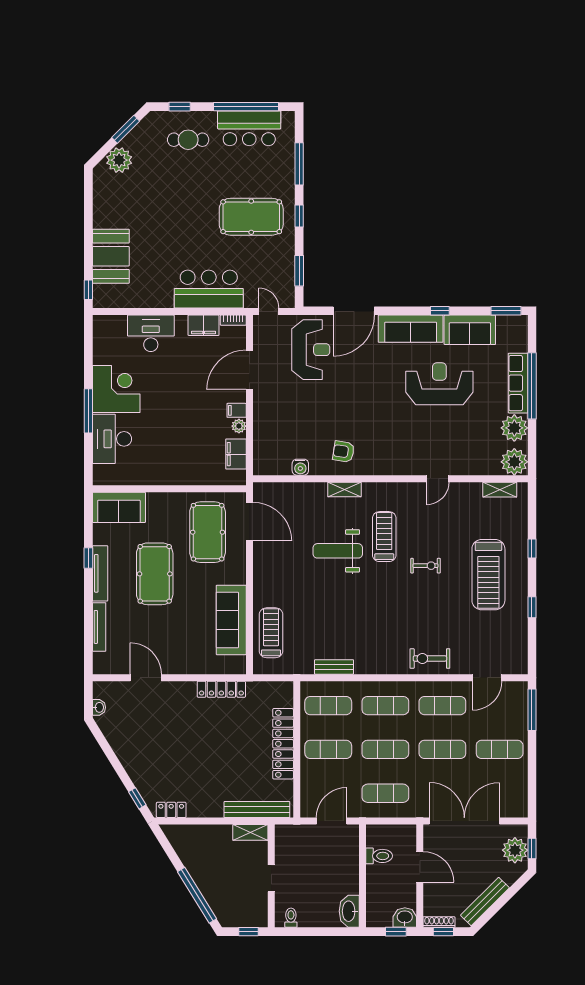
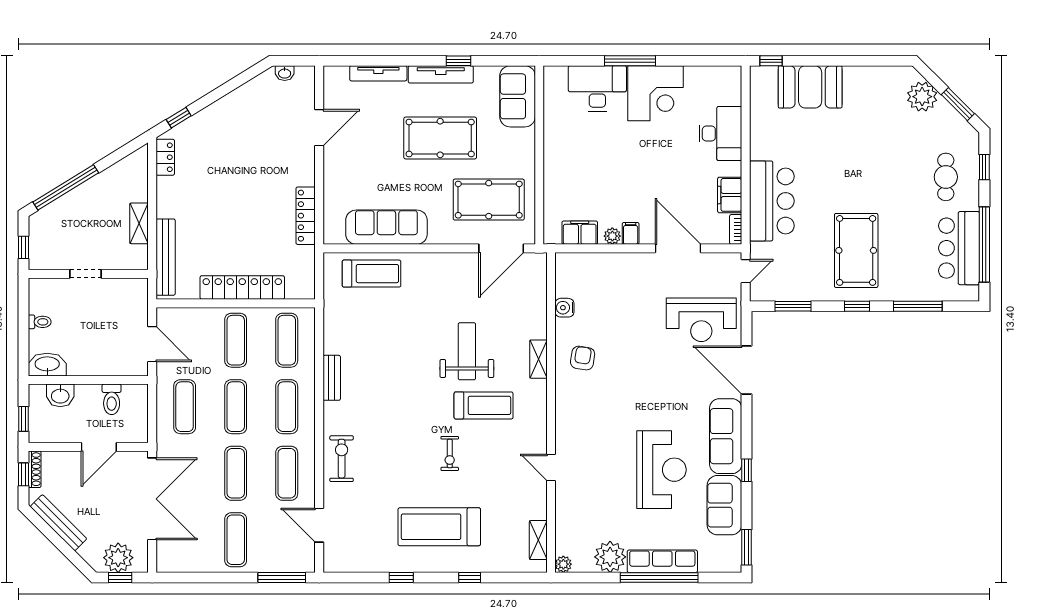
plant: (514, 462) -> (563, 564), width x0.53, depth x0.53
bench: (334, 667) -> (332, 378), moved
shelving: (250, 832) -> (139, 223), moved
toilet: (291, 918) -> (40, 322), moved
washbasin: (405, 918) -> (60, 395), moved, turned 90

